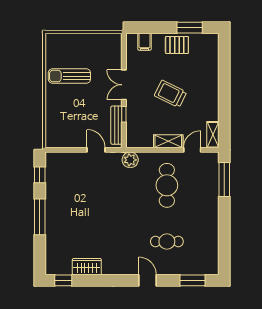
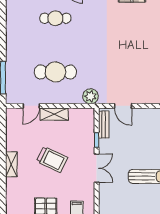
bench: (116, 125) -> (104, 125), width x0.73
shelving: (213, 135) -> (11, 164), moved
cafe table: (167, 185) -> (55, 72), turned 90

